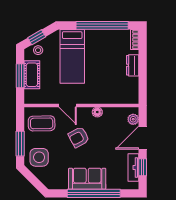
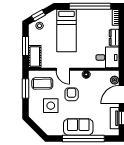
cot: (32, 75) -> (35, 56), moved
desk: (124, 90) -> (107, 57), added
armchair: (79, 137) -> (72, 94), turned 118
window: (20, 144) -> (25, 89), moved
side table: (39, 157) -> (51, 106), moved

